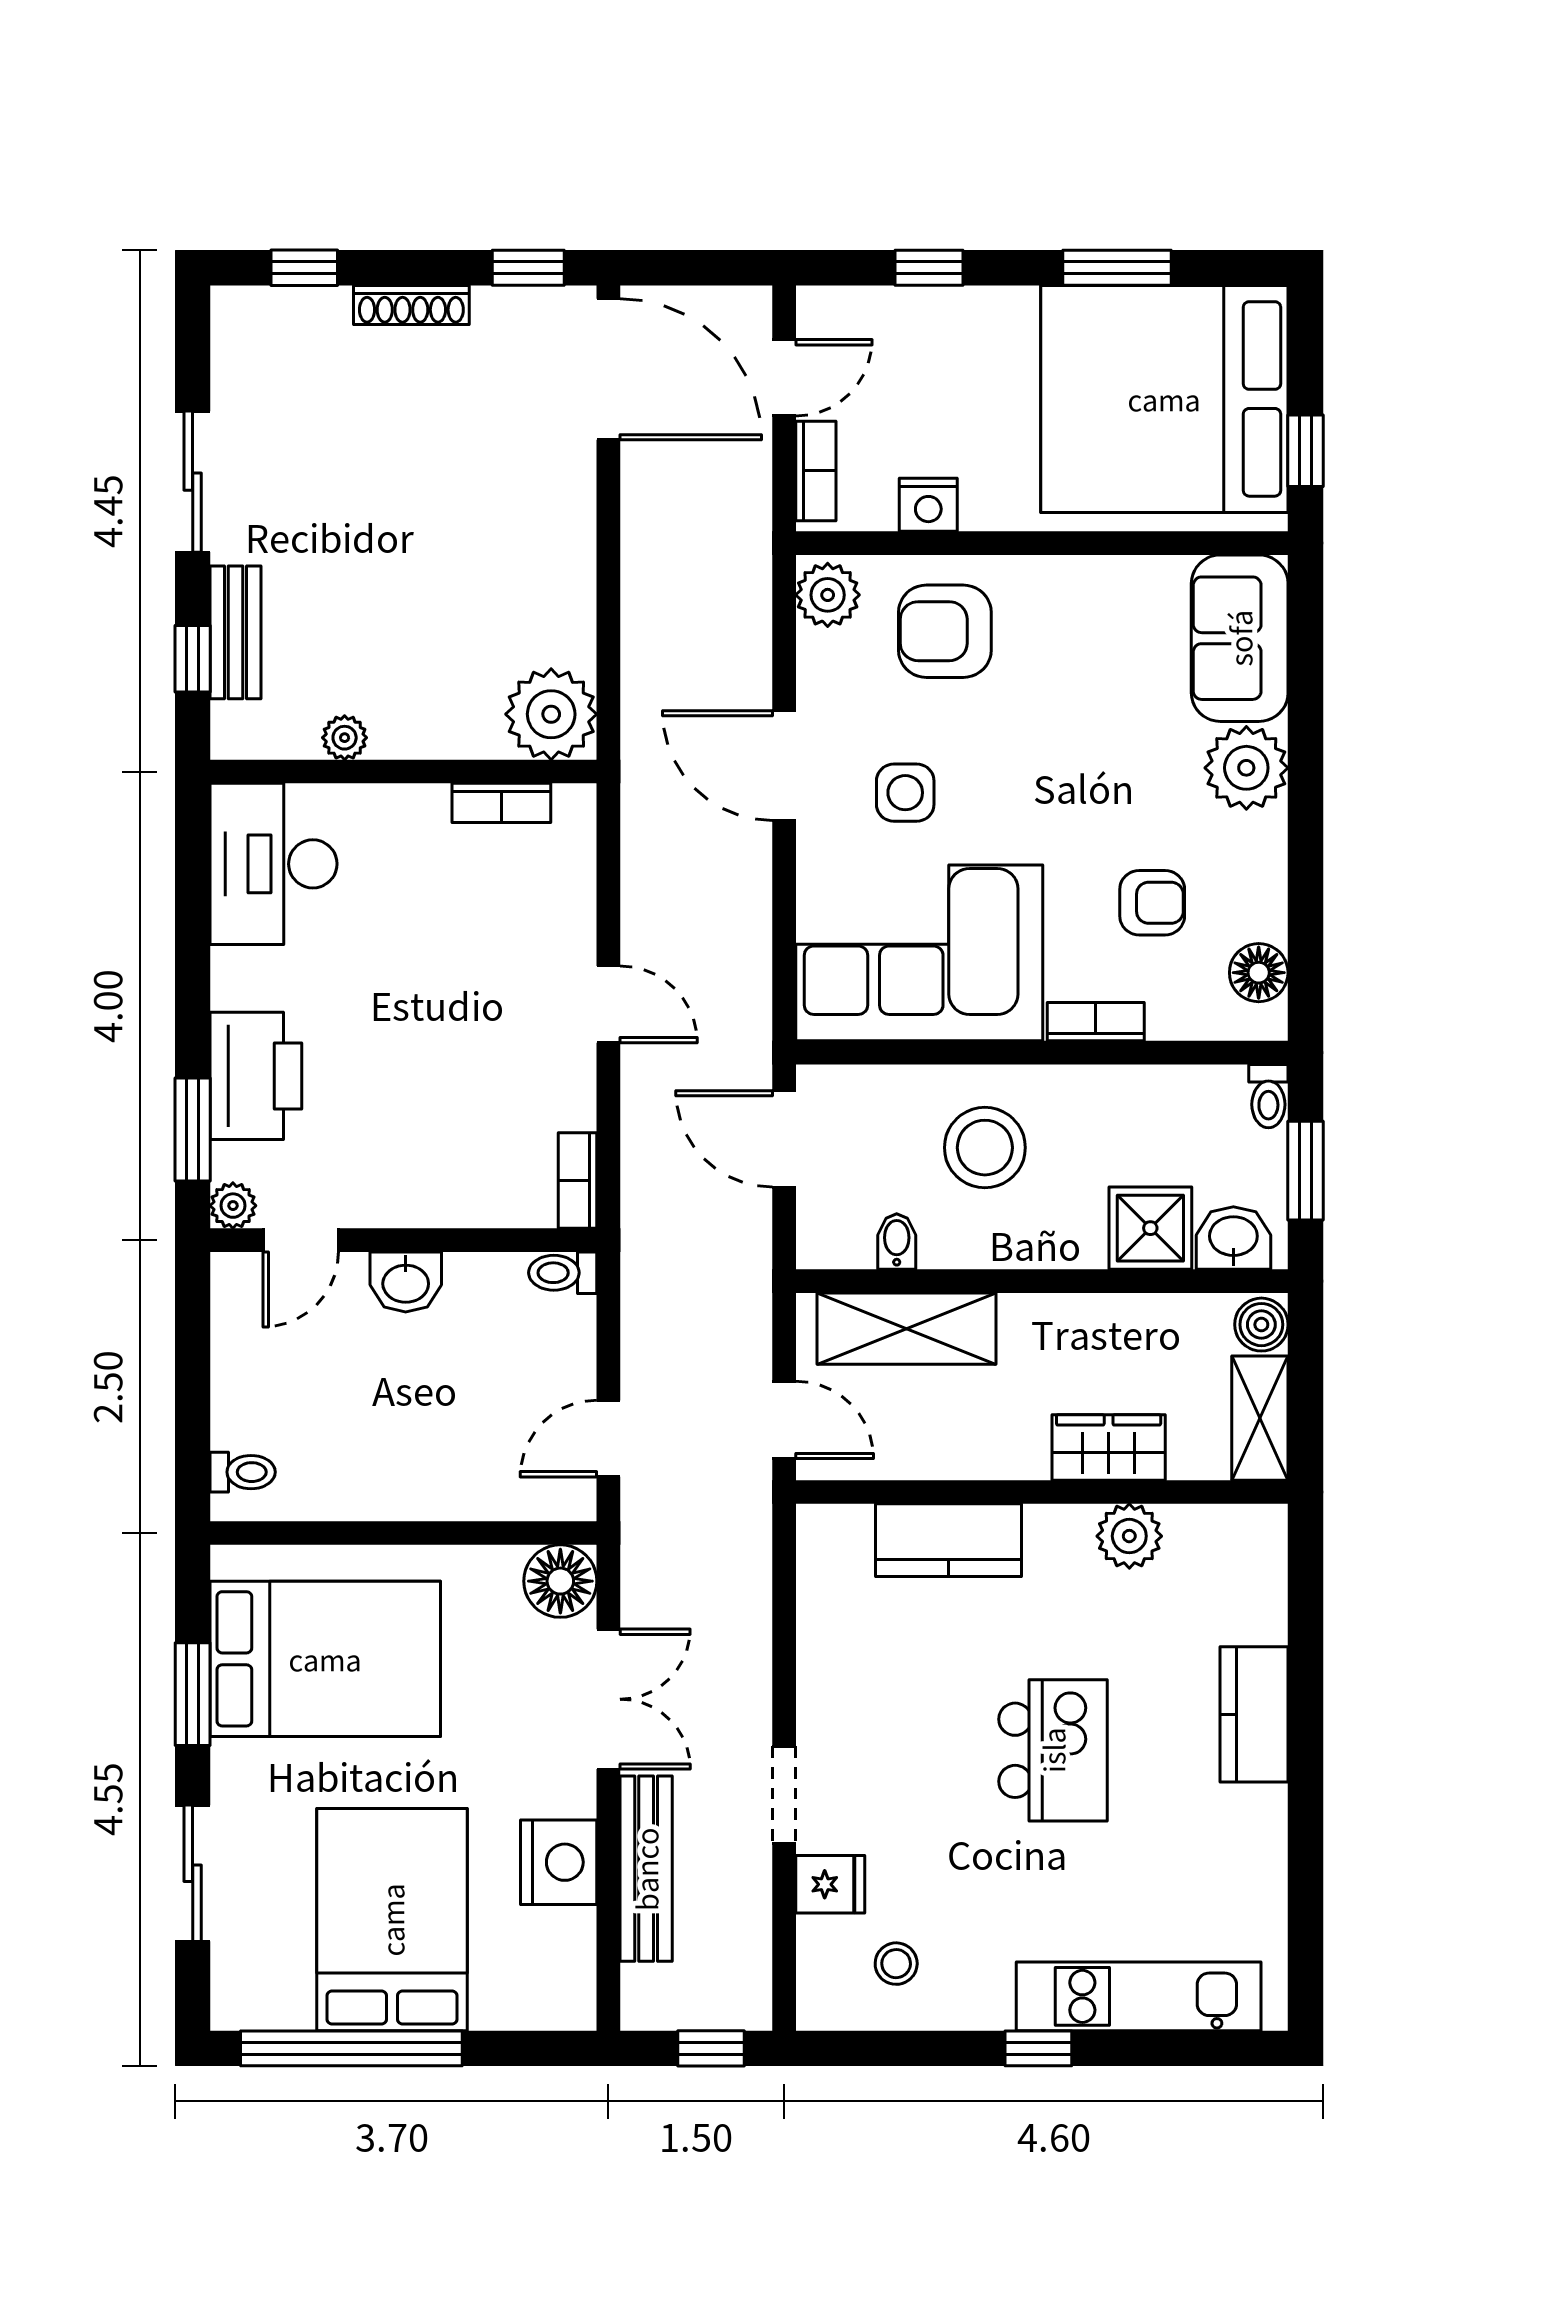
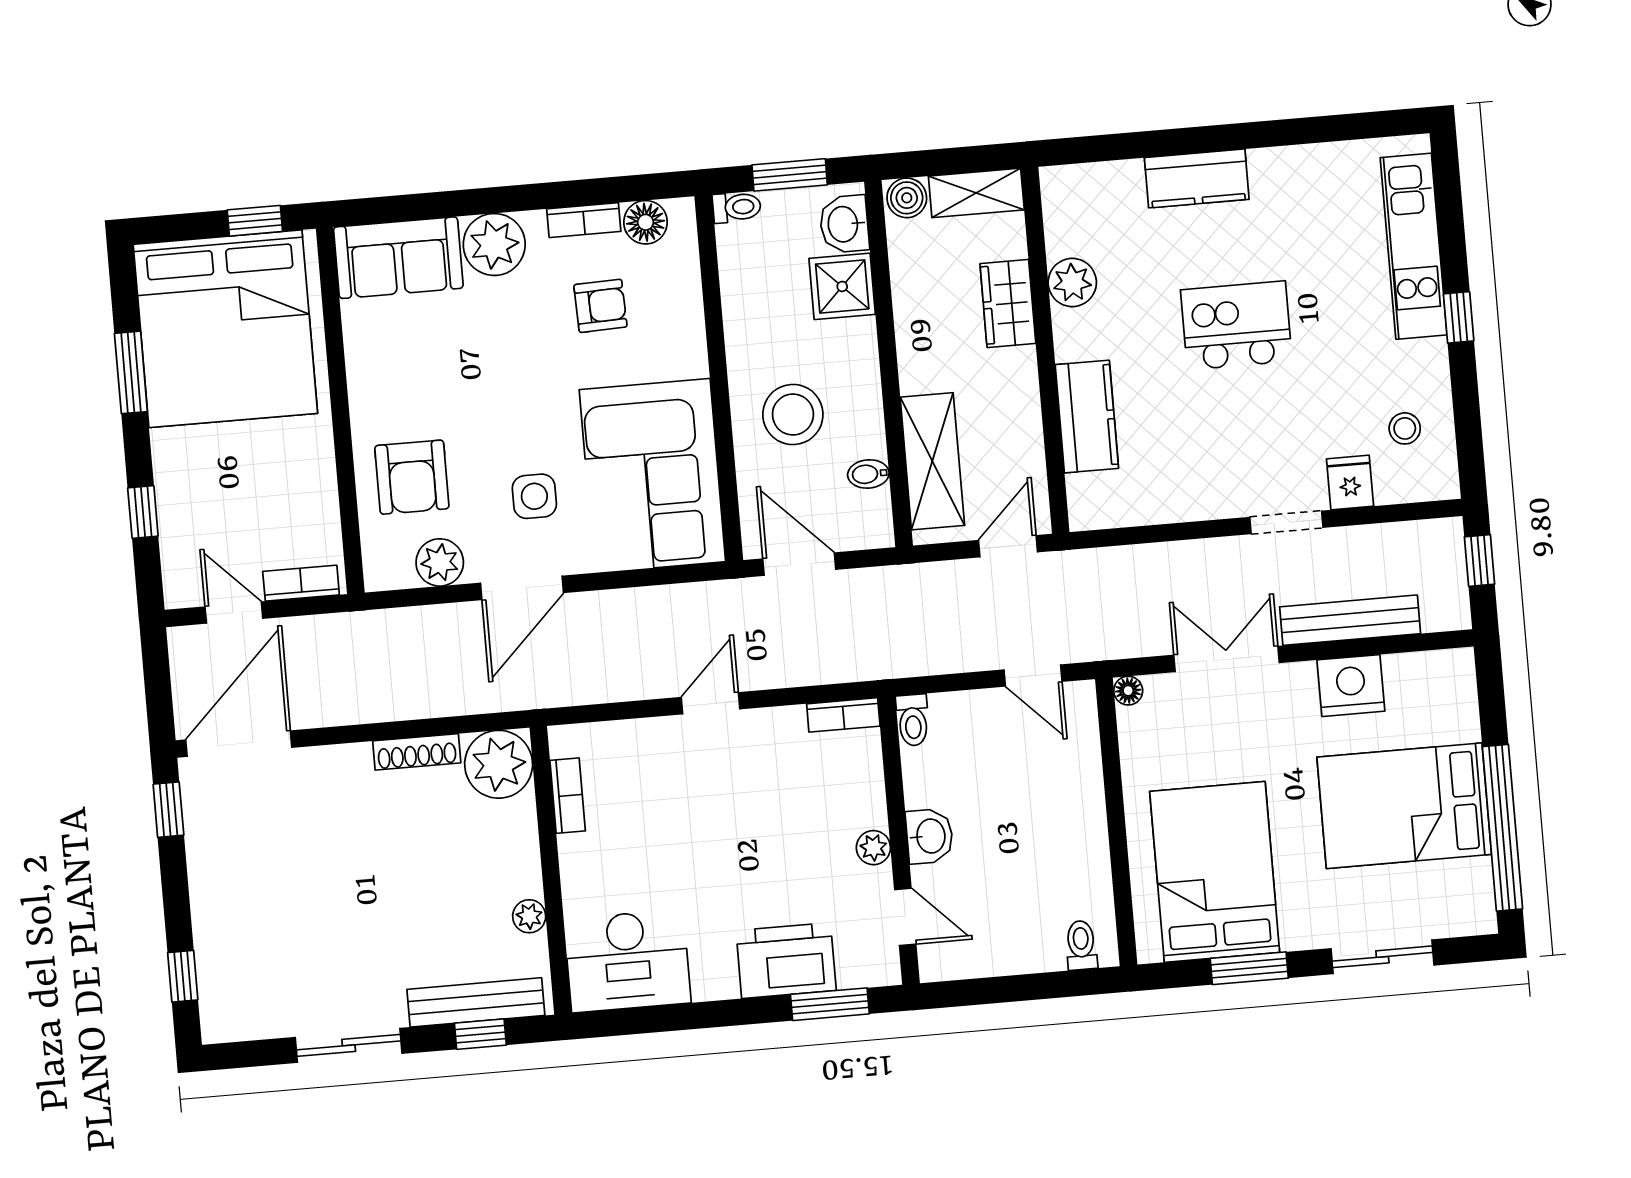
shoe rack: (411, 305) -> (417, 752), moved, turned 90
nightstand: (928, 505) -> (319, 497), removed
plant: (828, 595) -> (440, 562), moved
bench: (236, 632) -> (476, 1002), width x1.36
armchair: (1152, 903) -> (600, 306), turned 88
bookcase: (1096, 1022) -> (584, 220), moved, turned -90
door: (784, 1139) -> (799, 564), swing flipped
plant: (233, 1206) -> (873, 848), moved
floor lamp: (560, 1581) -> (1128, 691), width x0.53, depth x0.53

